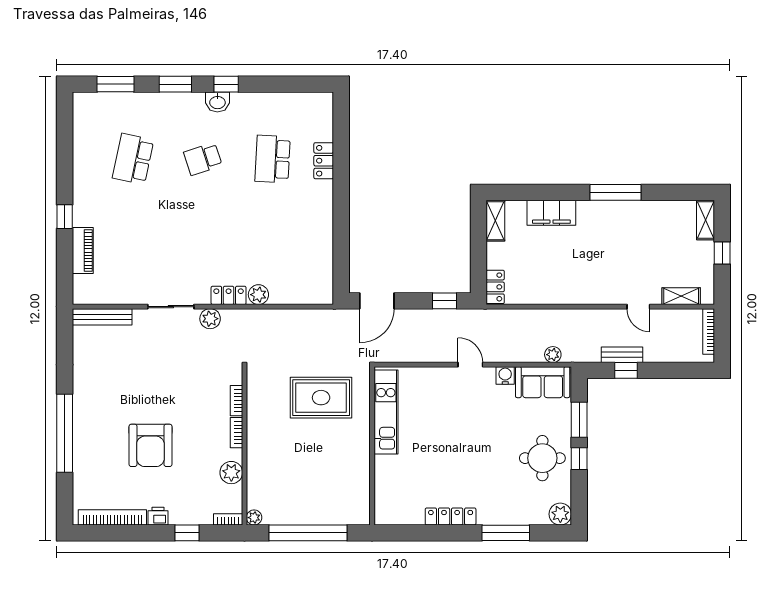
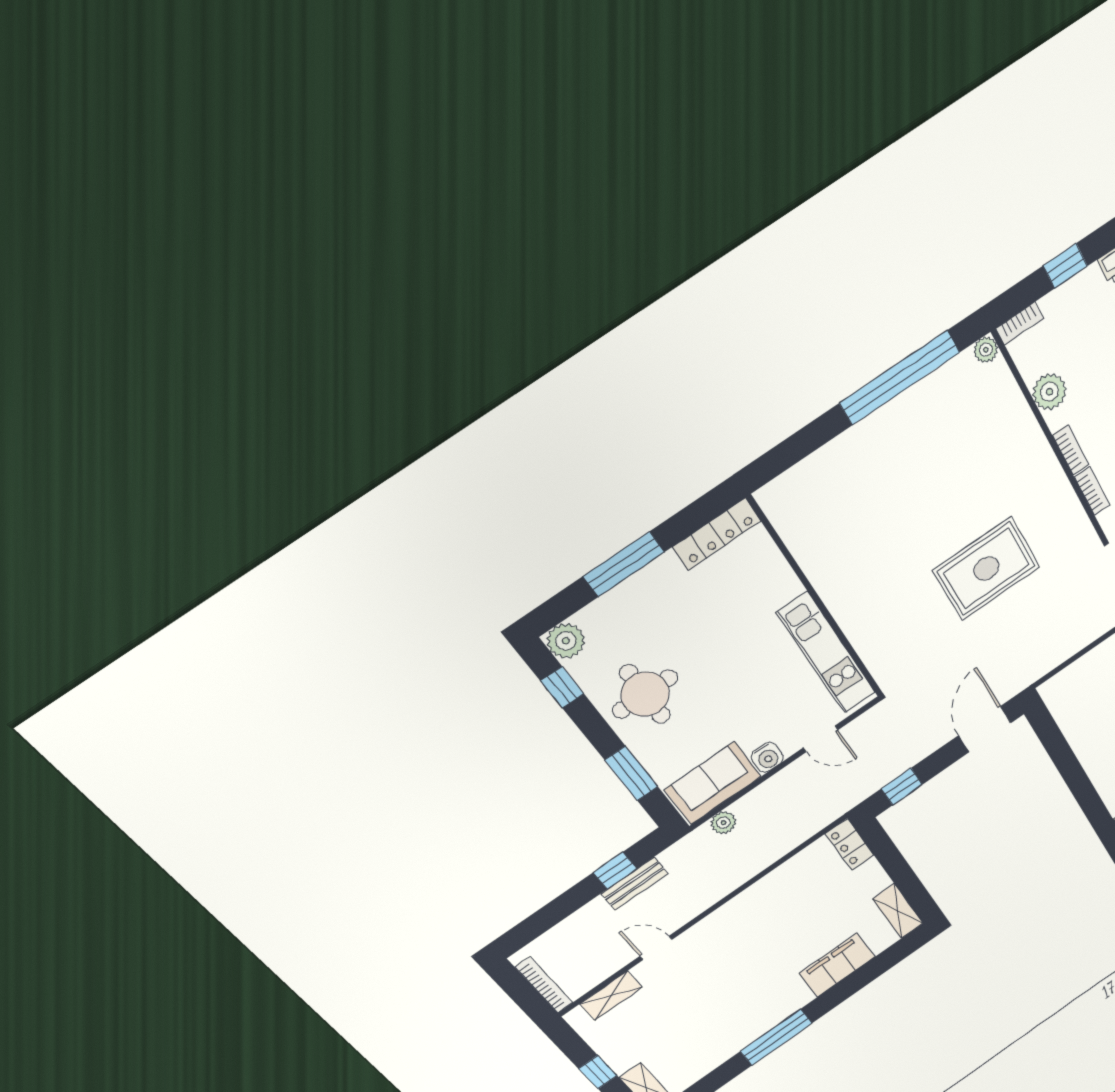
kitchen unit: (386, 412) -> (827, 653), moved
wall: (372, 446) -> (817, 599), moved
window: (579, 459) -> (562, 687), moved

